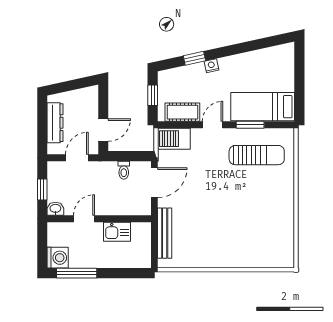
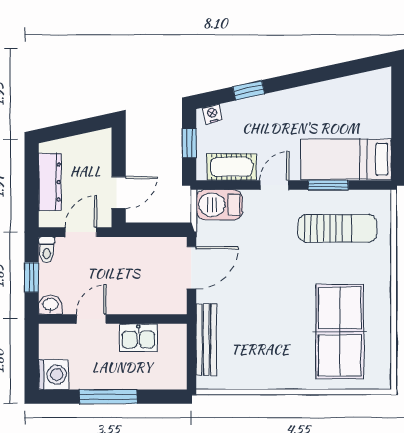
nightstand: (211, 66) -> (212, 114), moved
toilet: (124, 170) -> (47, 250), moved
table tennis table: (258, 228) -> (340, 332), added
window: (77, 273) -> (108, 397), moved

